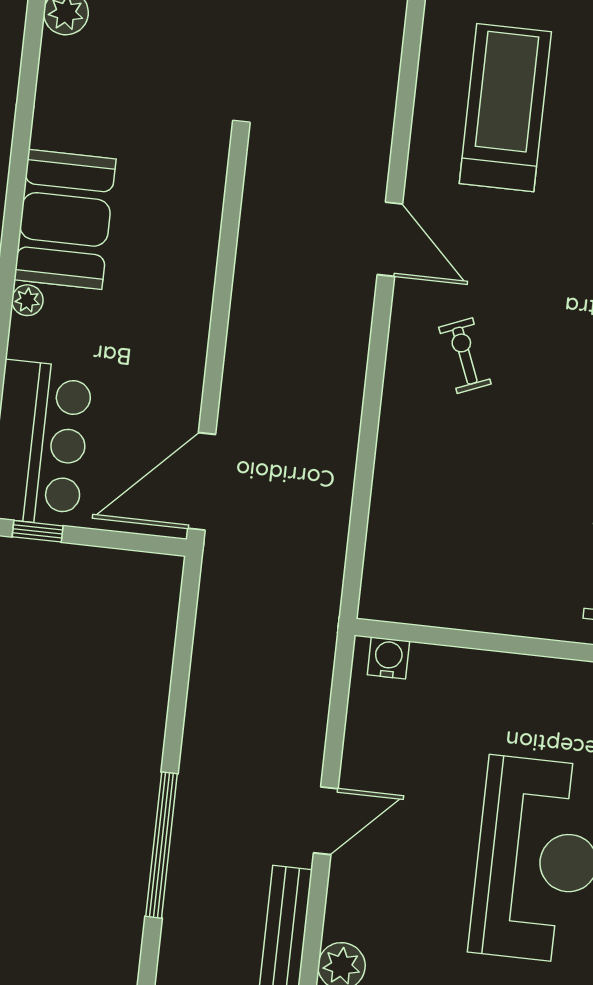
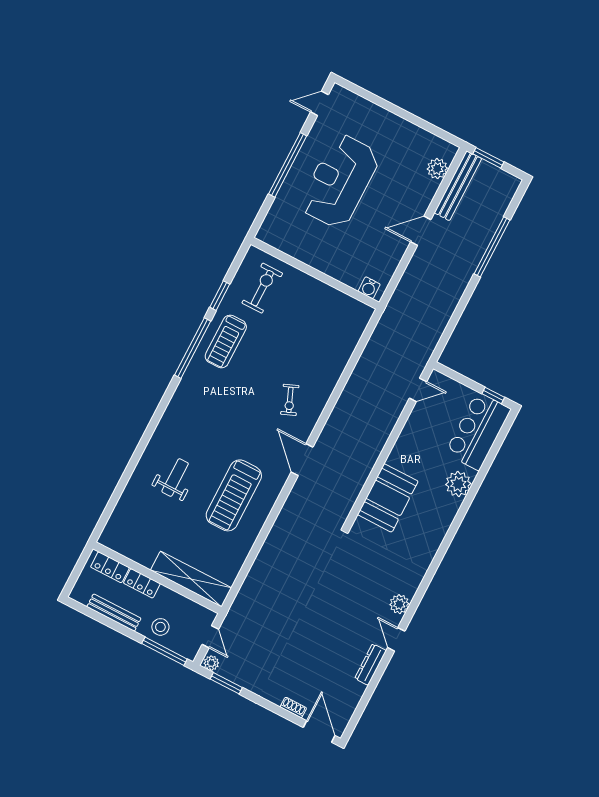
booth: (65, 219) -> (388, 498), moved
plant: (27, 300) -> (458, 484), width x1.88, depth x1.88
door: (202, 481) -> (418, 390), width x0.53

